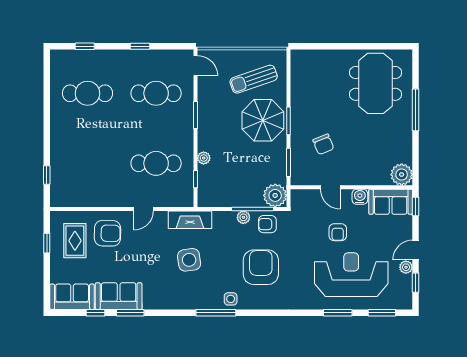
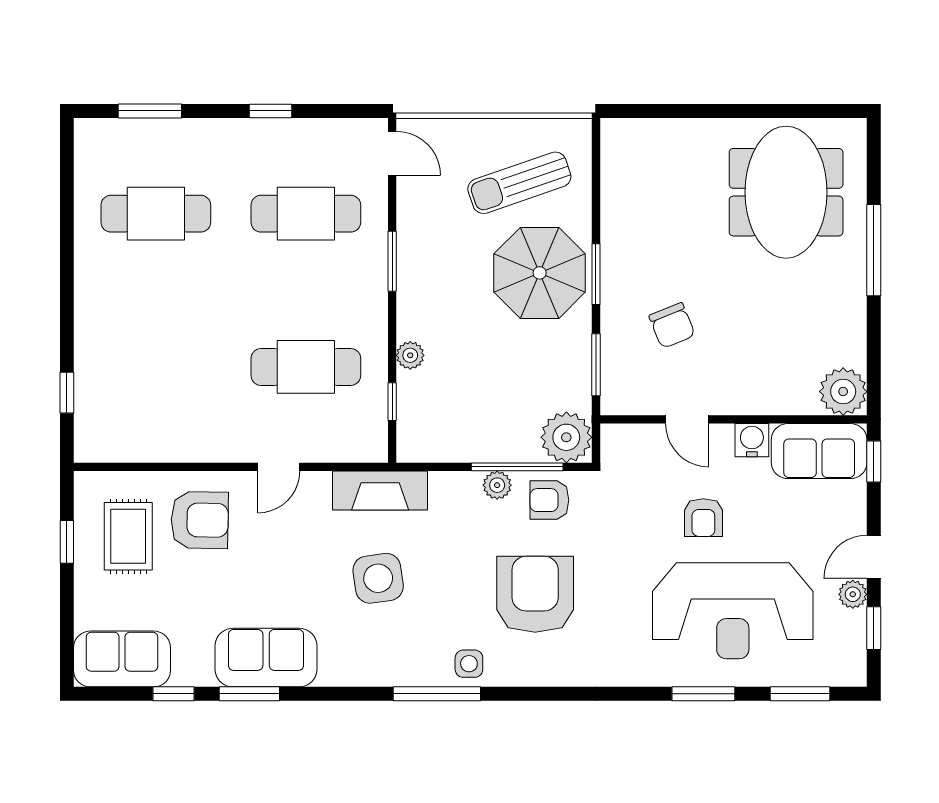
window: (85, 46) -> (150, 111), width x1.50
reception desk: (351, 275) -> (733, 611), turned 180
sofa: (119, 296) -> (266, 658), moved

